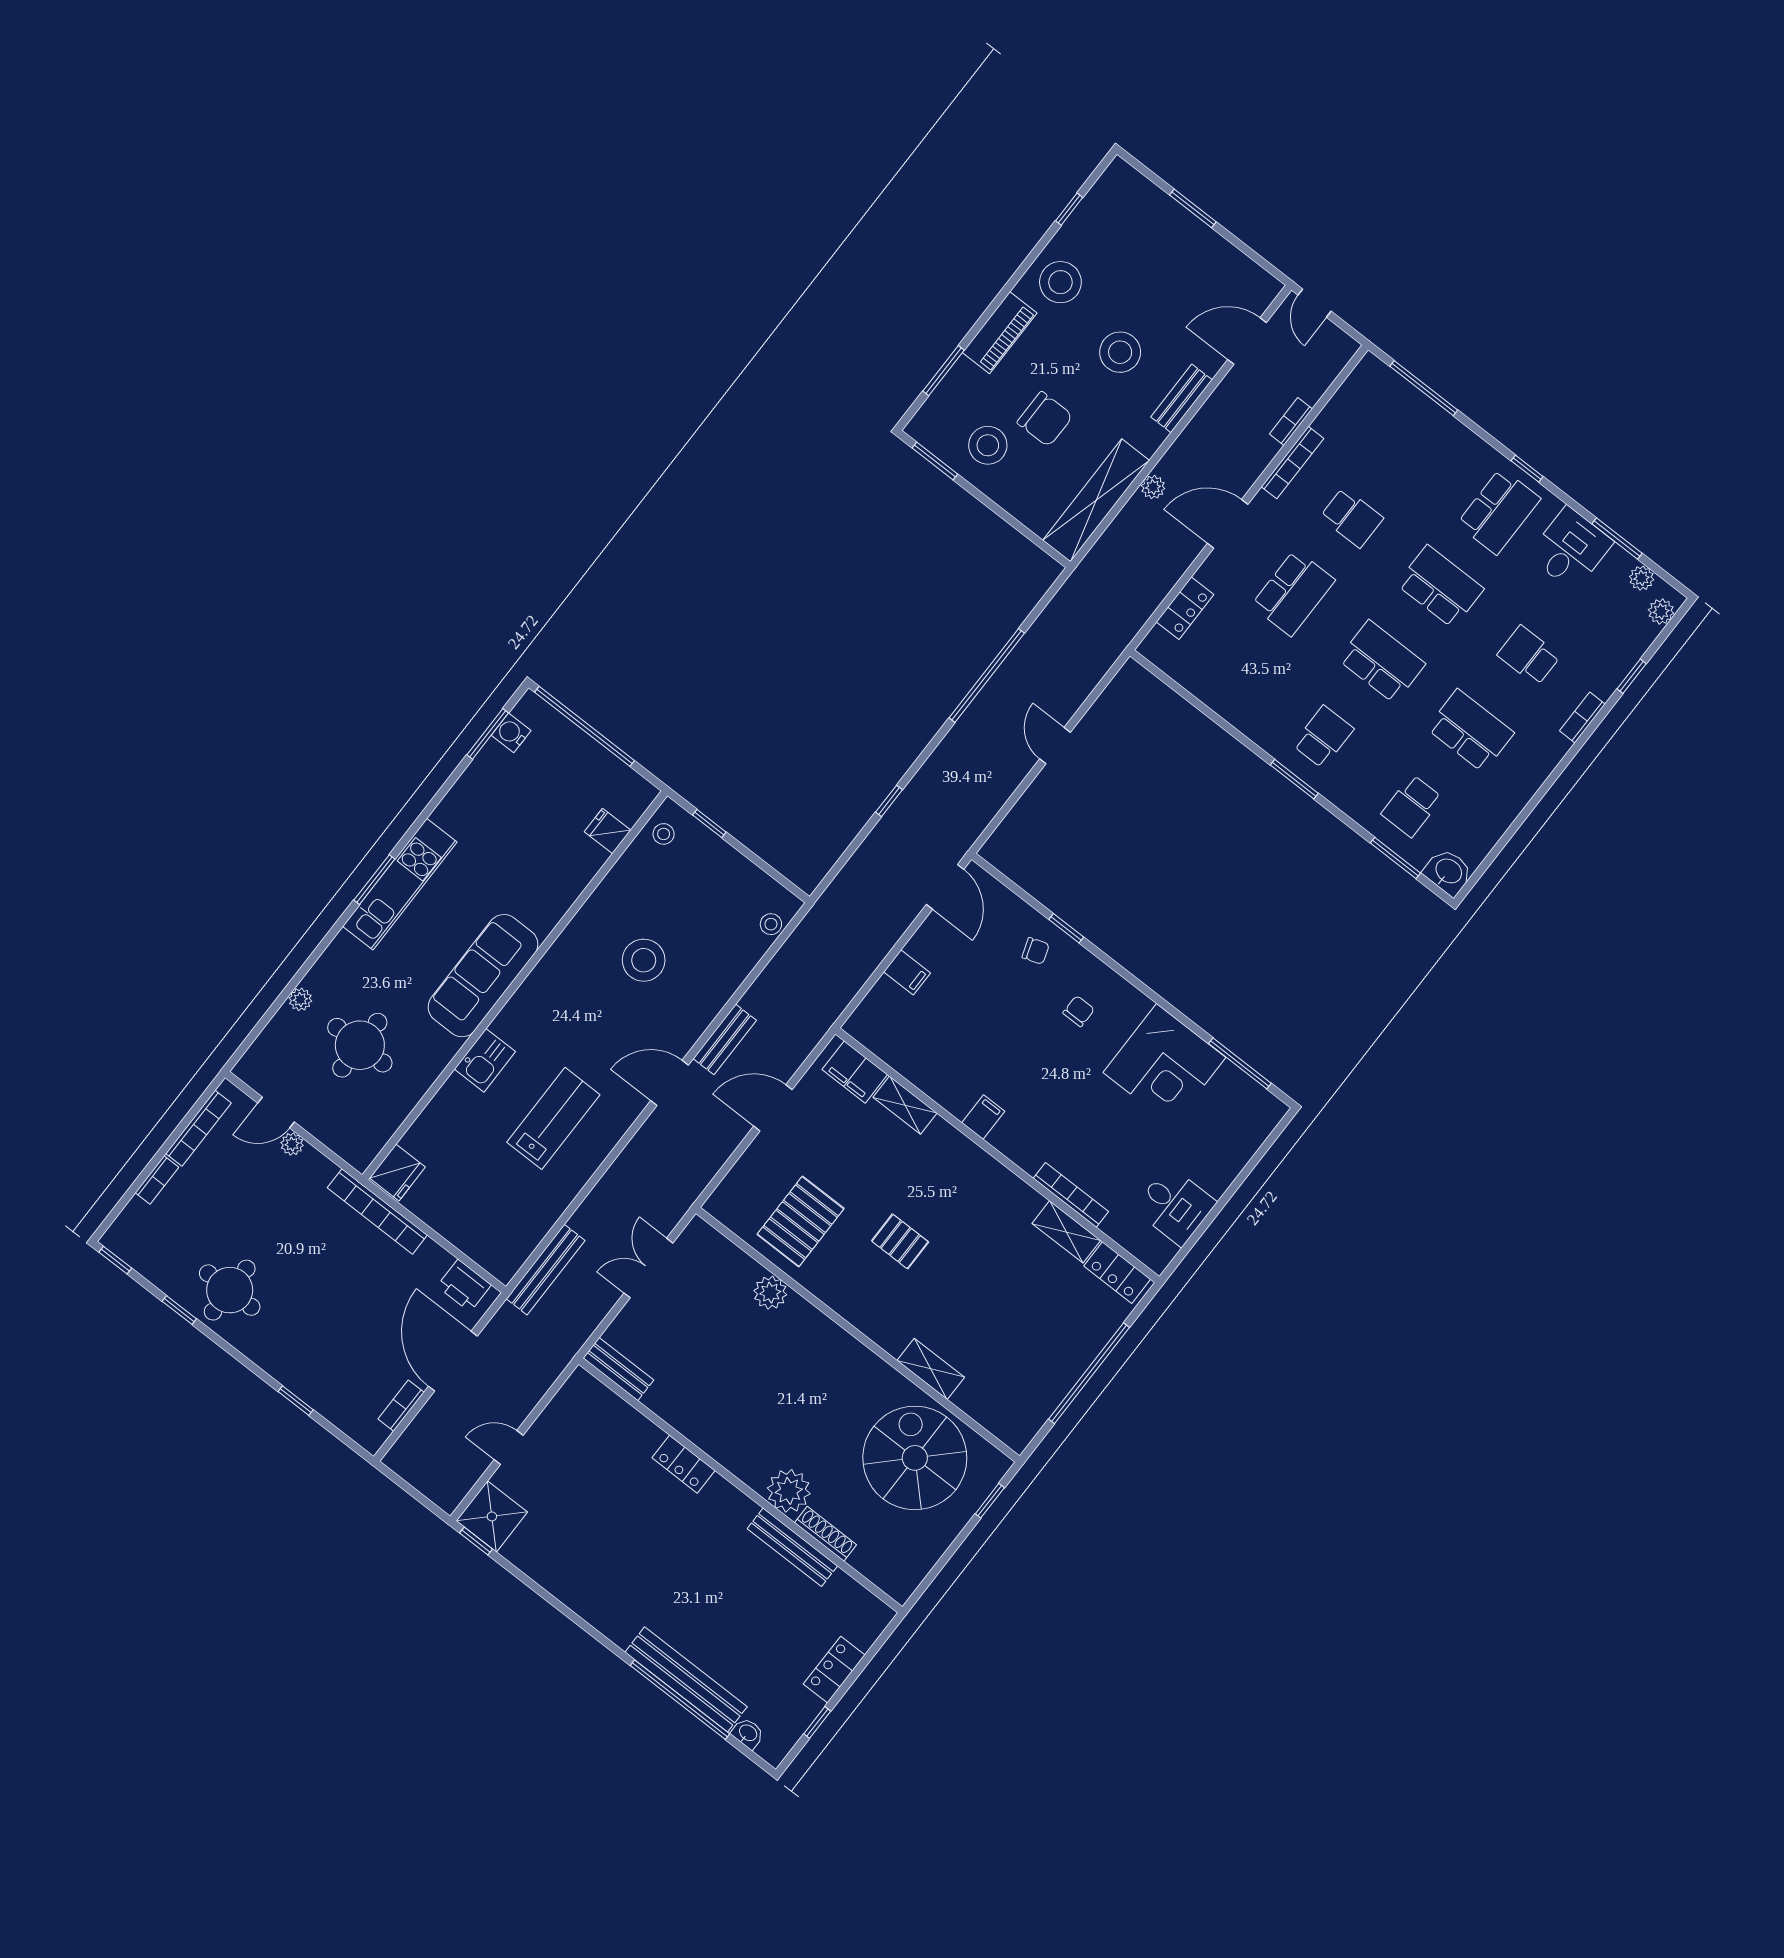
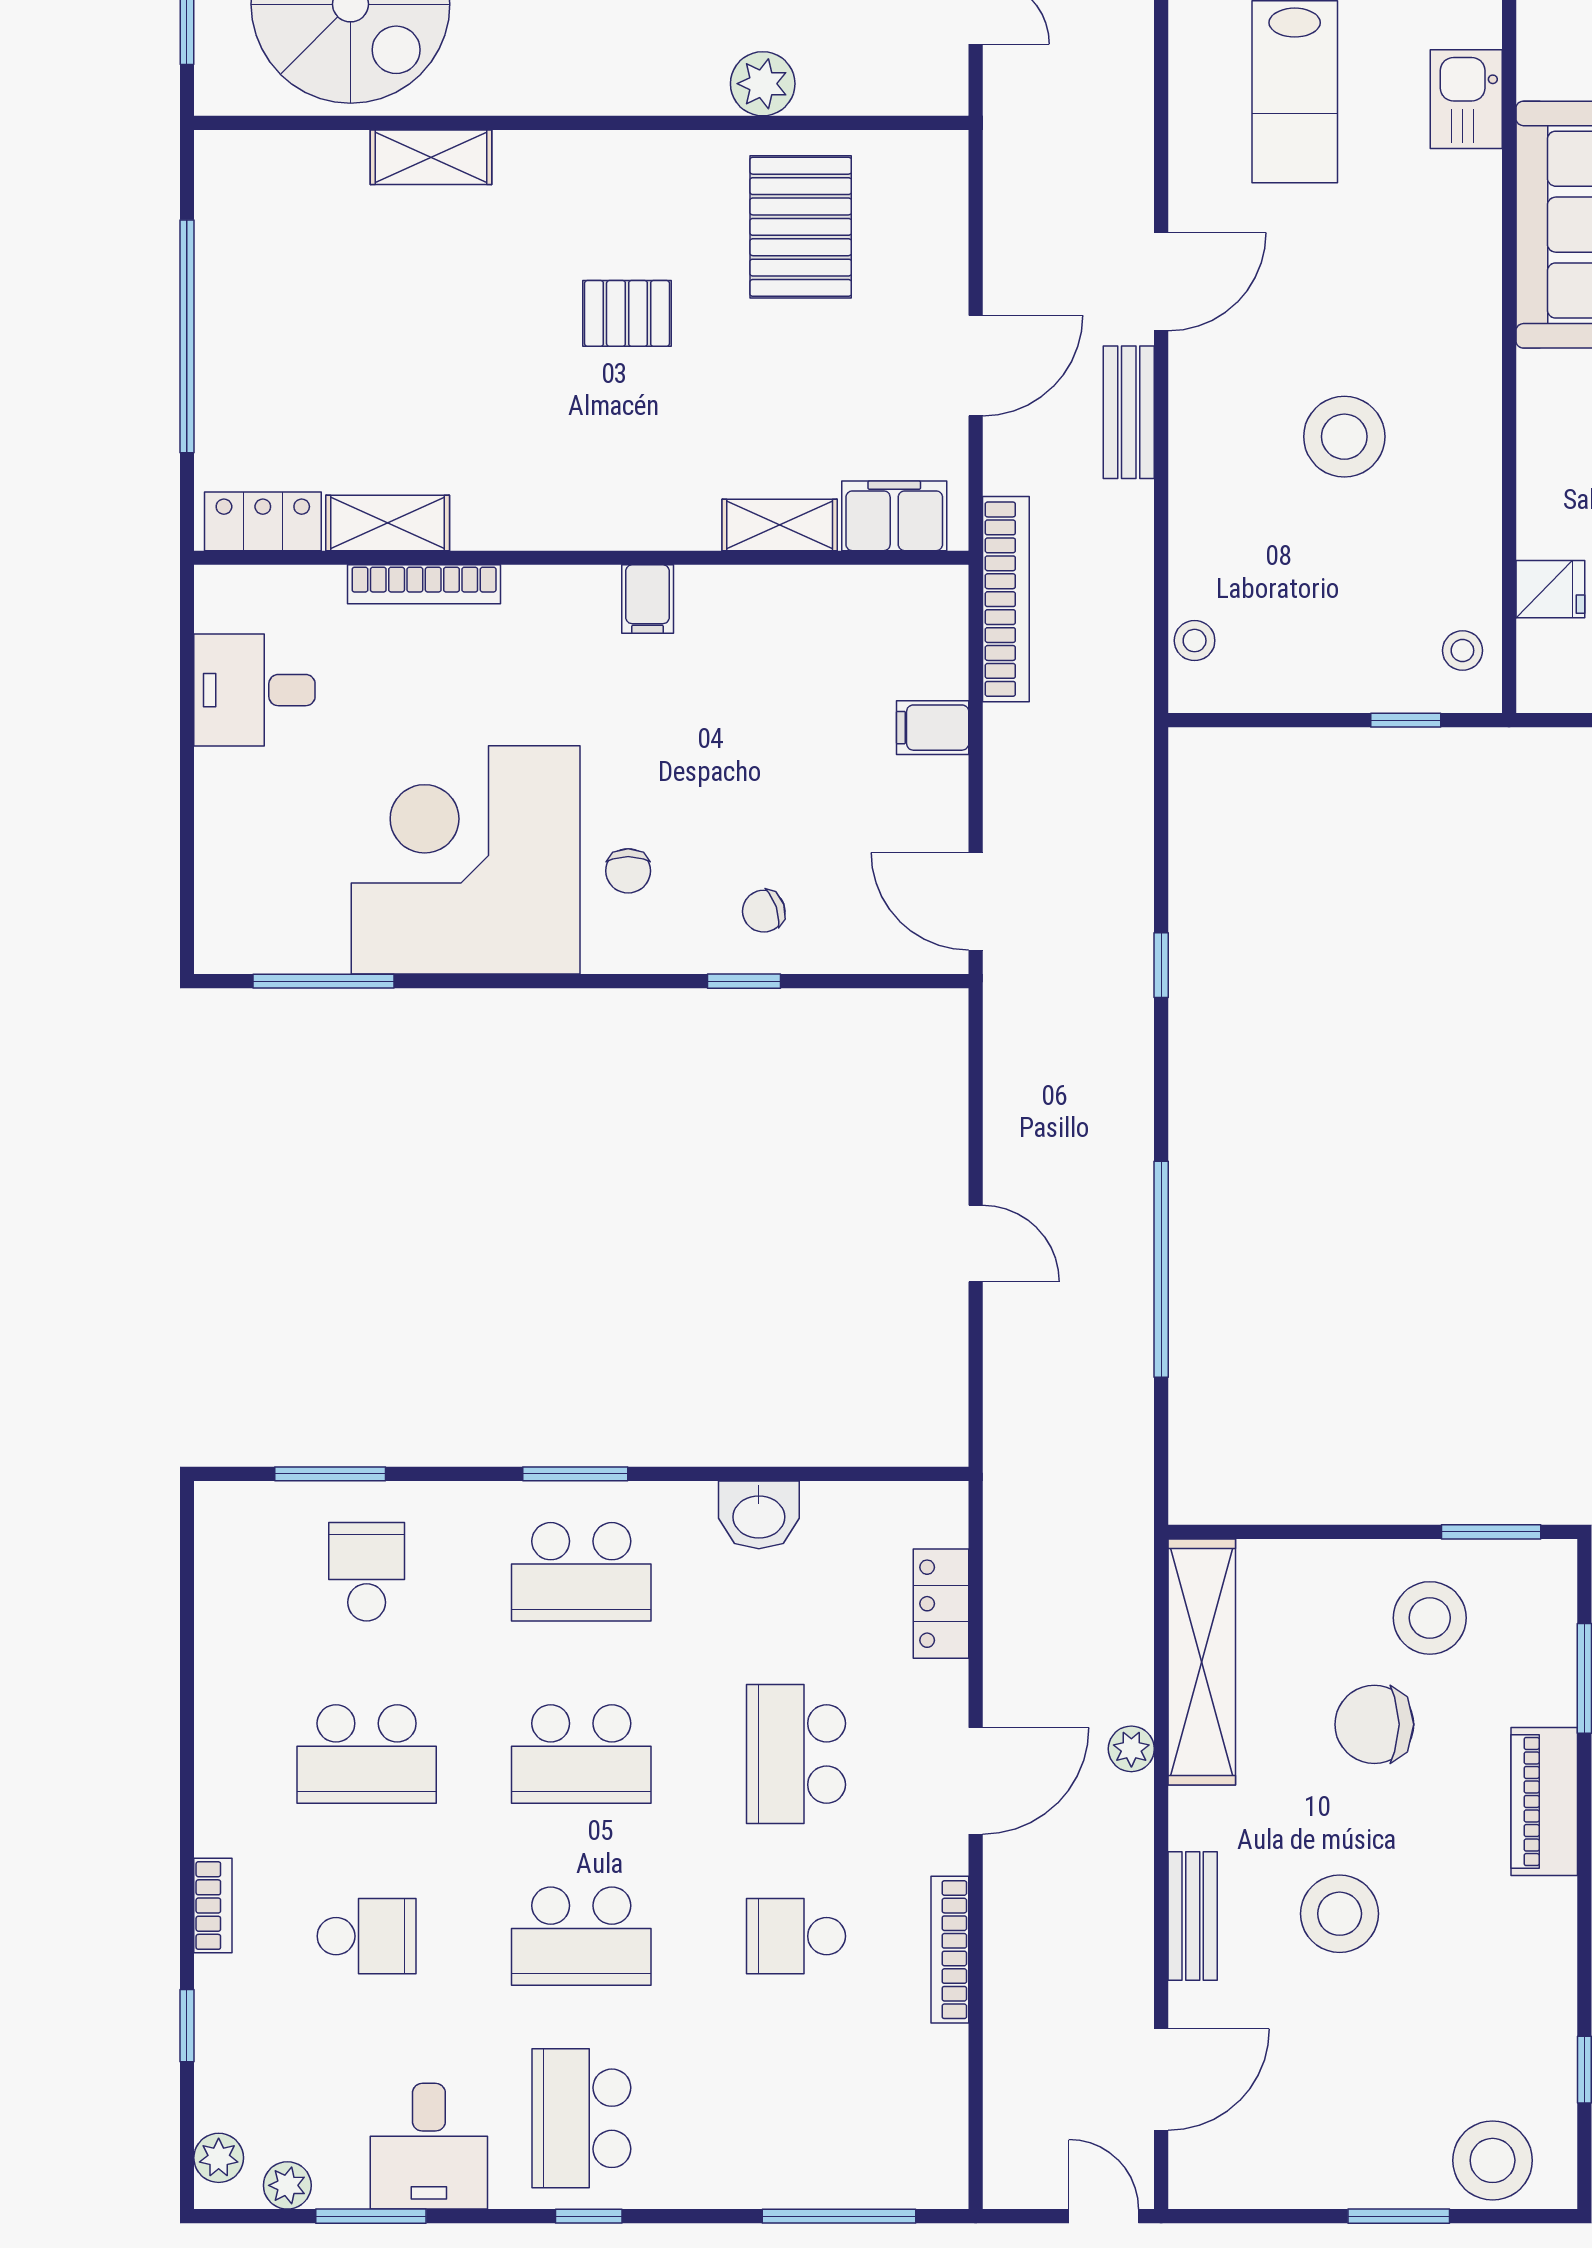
stool: (1060, 282) -> (1493, 2160), moved
bookcase: (1291, 422) -> (1006, 599), moved, width x2.31, depth x1.31
school desk: (1323, 737) -> (581, 1572), width x1.85
washbasin: (1448, 872) -> (759, 1515), moved
corner desk: (1164, 1065) -> (466, 860), width x1.36, depth x1.36

